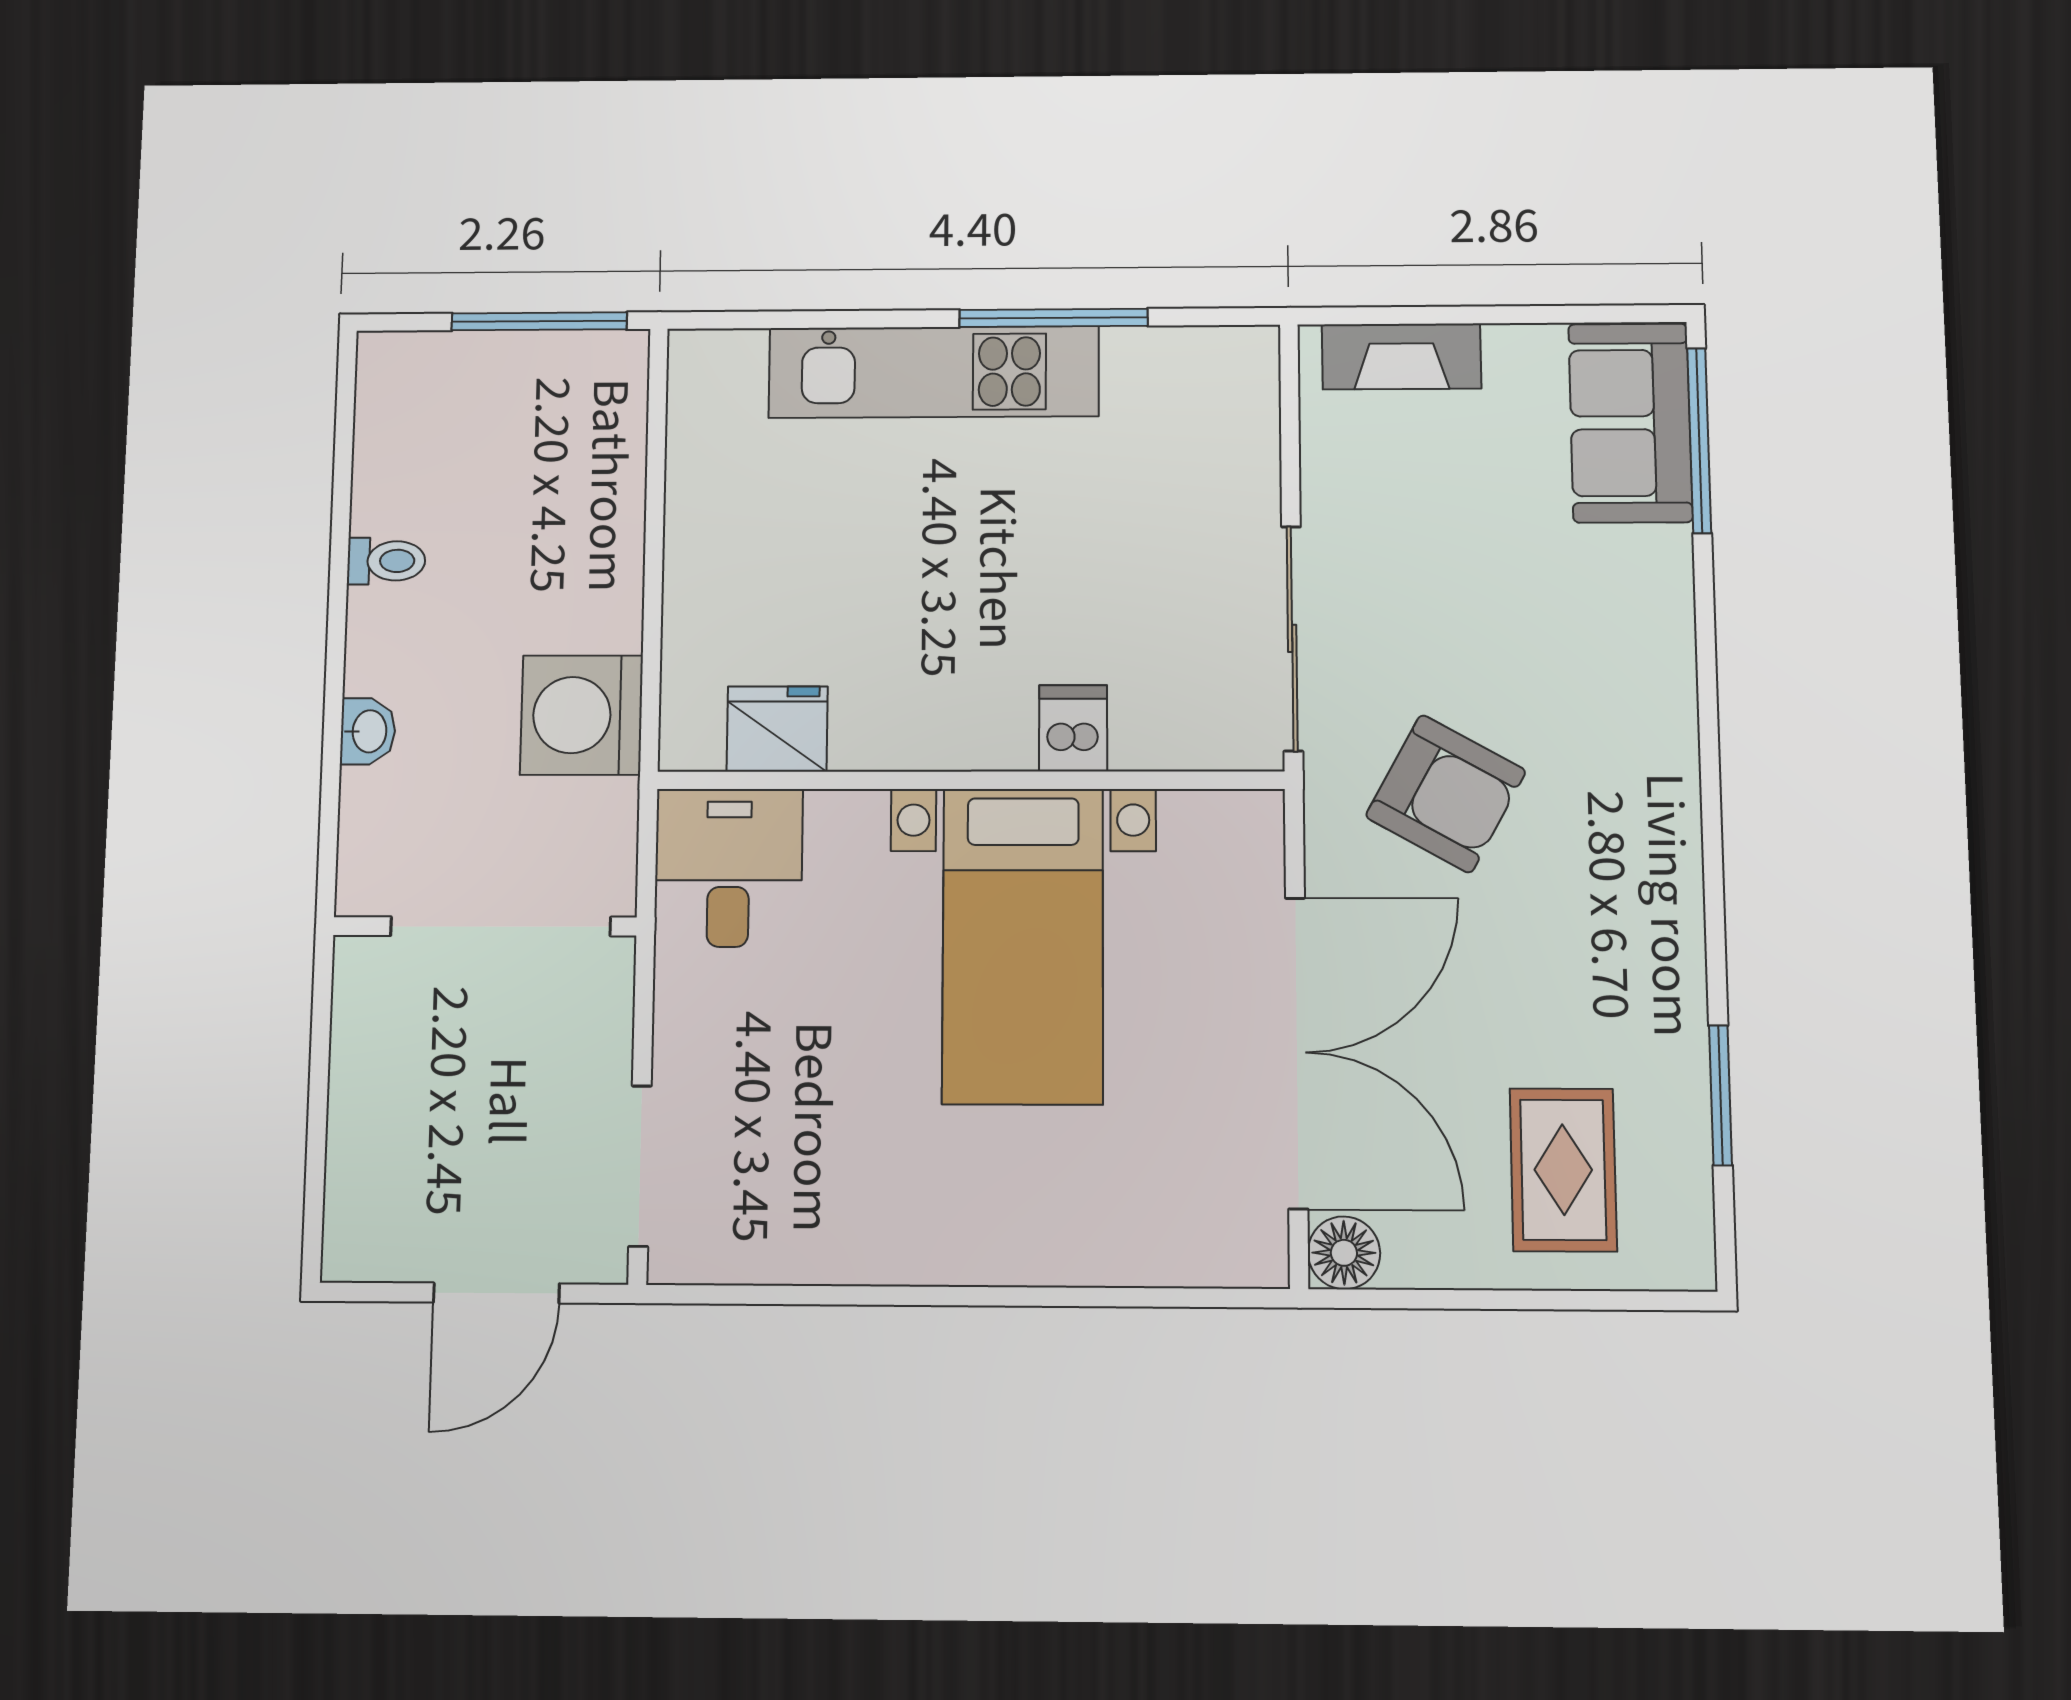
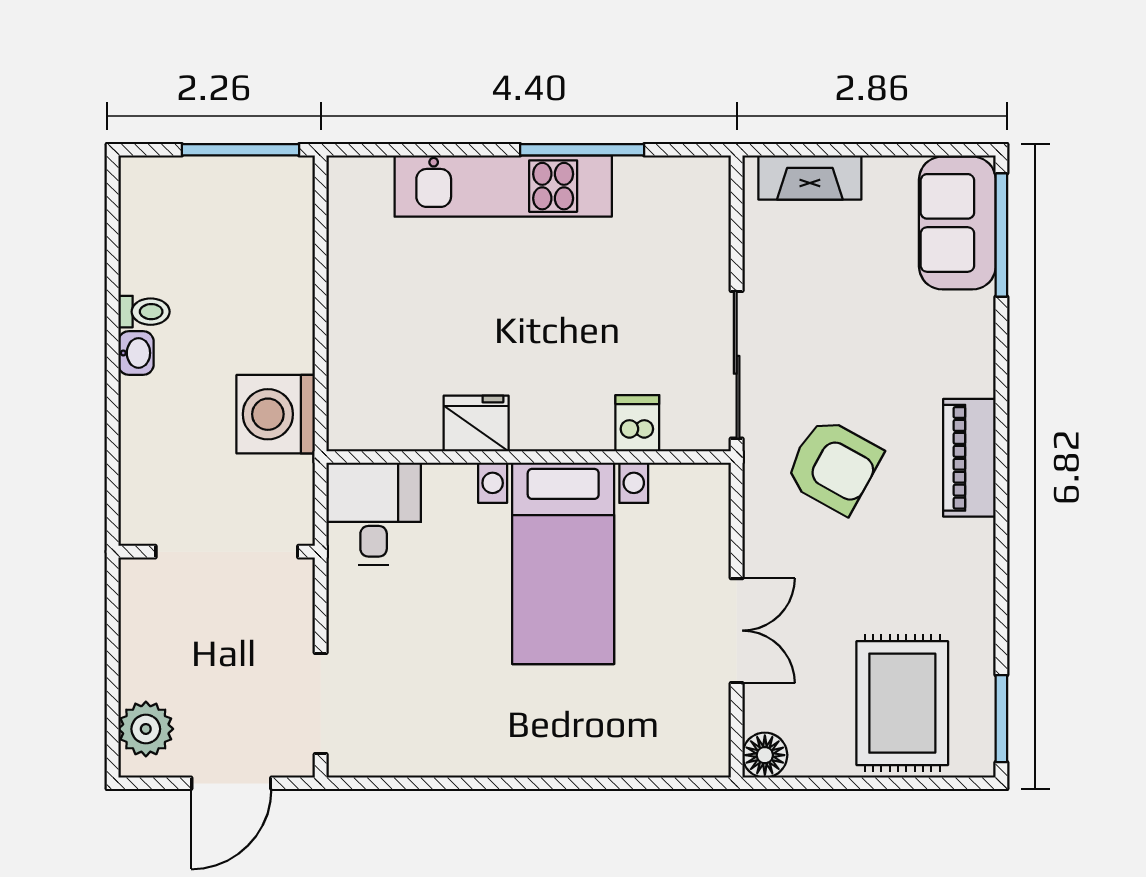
dishwasher: (1073, 728) -> (637, 423), moved
fridge: (777, 729) -> (476, 423), moved
washbasin: (368, 731) -> (136, 353), moved
piano: (1660, 781) -> (969, 458), added
double door: (1297, 1052) -> (737, 631), width x0.54
window: (1720, 1095) -> (1001, 719), moved
rug: (1563, 1170) -> (902, 703), width x1.36, depth x1.43
plant: (365, 1205) -> (146, 729), added

